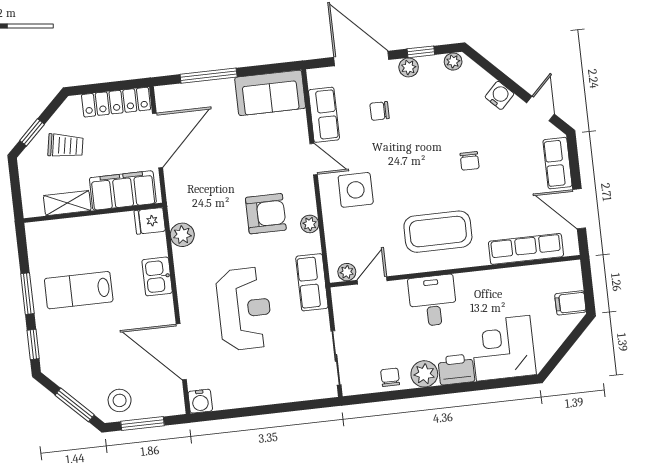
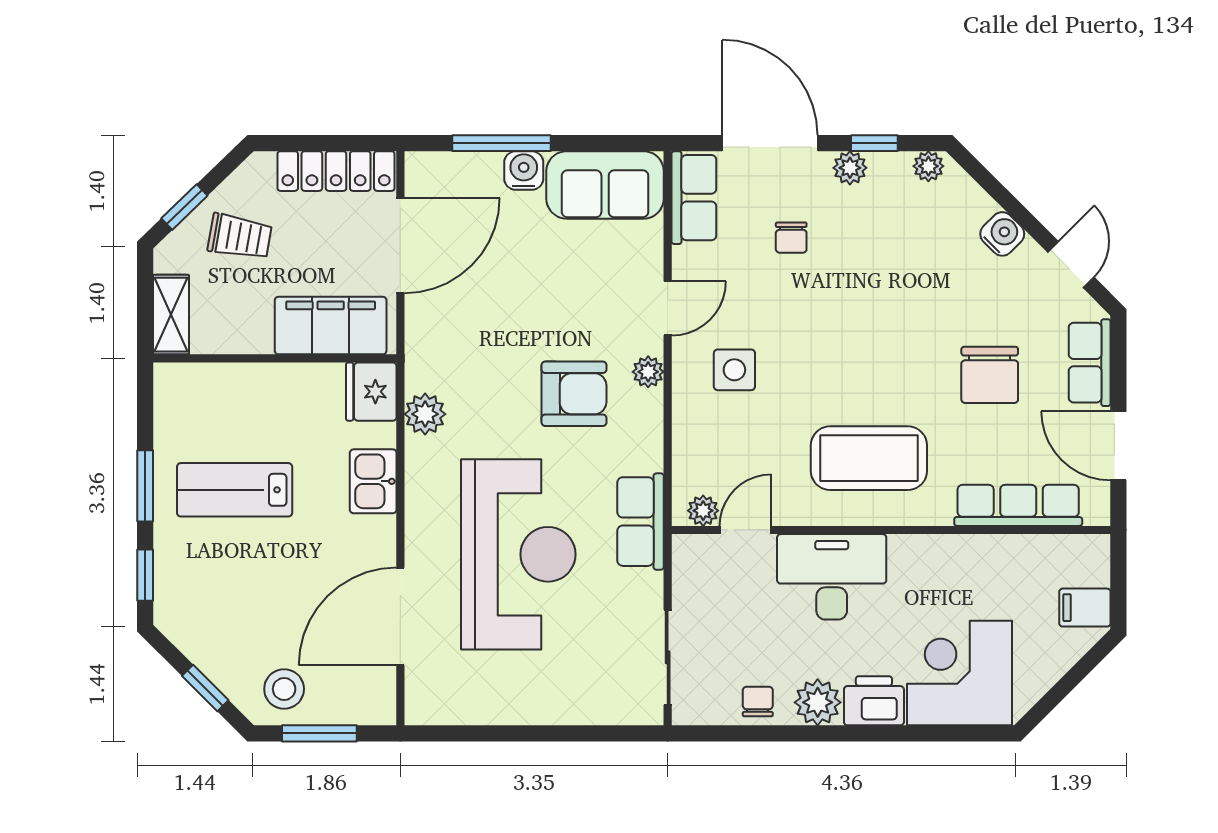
chair: (380, 111) -> (791, 238), turned -90
row of seats: (324, 115) -> (694, 198), moved
door: (314, 159) -> (668, 308), hinge flipped
chair: (470, 161) -> (990, 375), moved, width x1.87, depth x1.87
side table: (356, 190) -> (734, 370), width x0.73, depth x0.73
shelving: (67, 203) -> (171, 315), moved, turned 90
fridge: (150, 221) -> (371, 392), width x1.38
plant: (310, 224) -> (648, 372), moved
desk: (433, 301) -> (832, 577), width x1.37
reception desk: (244, 309) -> (518, 554), width x1.36, depth x1.30
door: (181, 352) -> (400, 616), hinge flipped
water cooler: (200, 401) -> (524, 170), moved, turned 180
window: (75, 405) -> (205, 688), width x0.67

